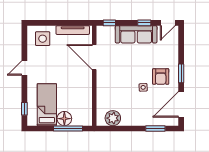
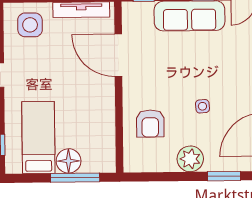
armchair: (161, 77) -> (150, 124), moved
plant: (113, 118) -> (190, 159), moved

